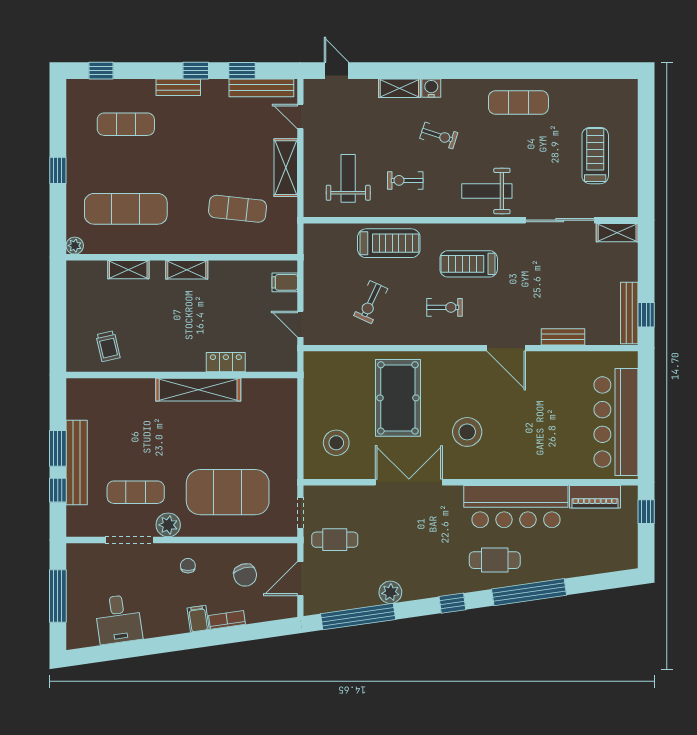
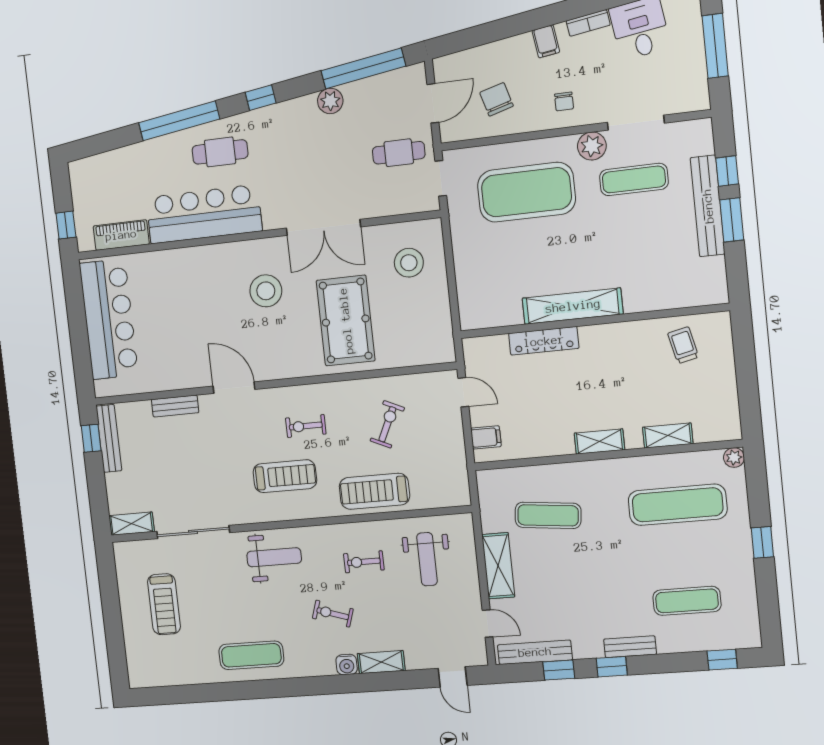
exercise bike: (405, 180) -> (364, 562), turned 180
locker: (226, 362) -> (544, 341), width x1.53
bookcase: (227, 620) -> (588, 23), moved

